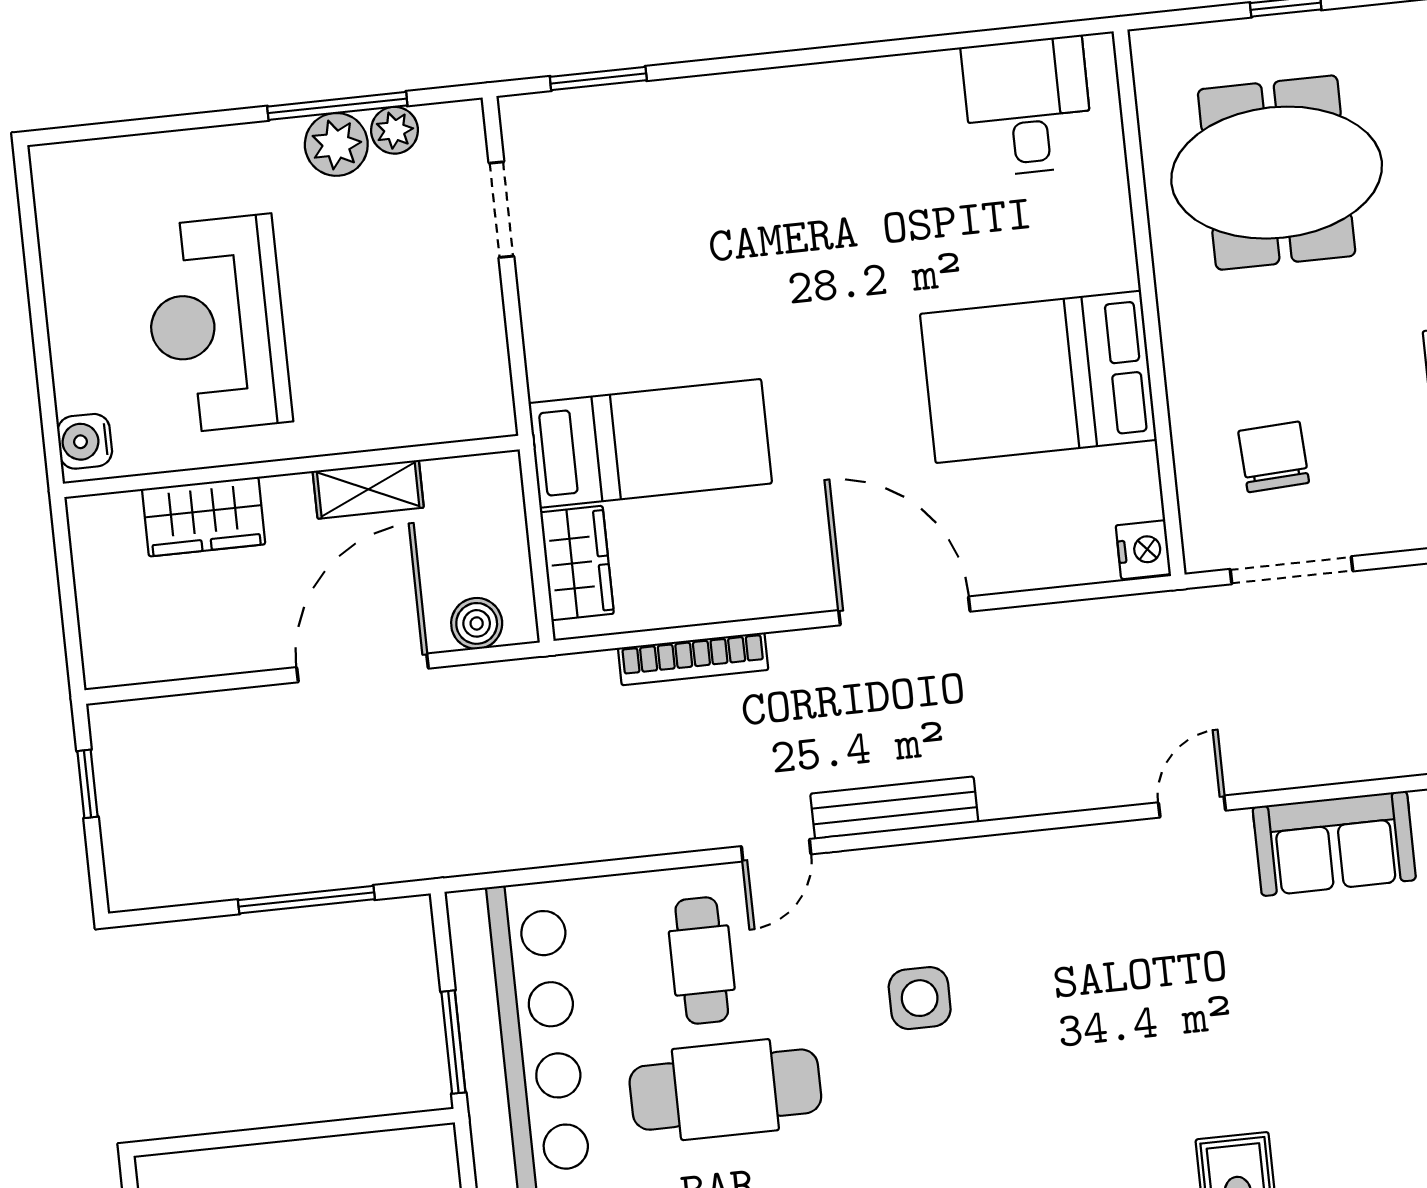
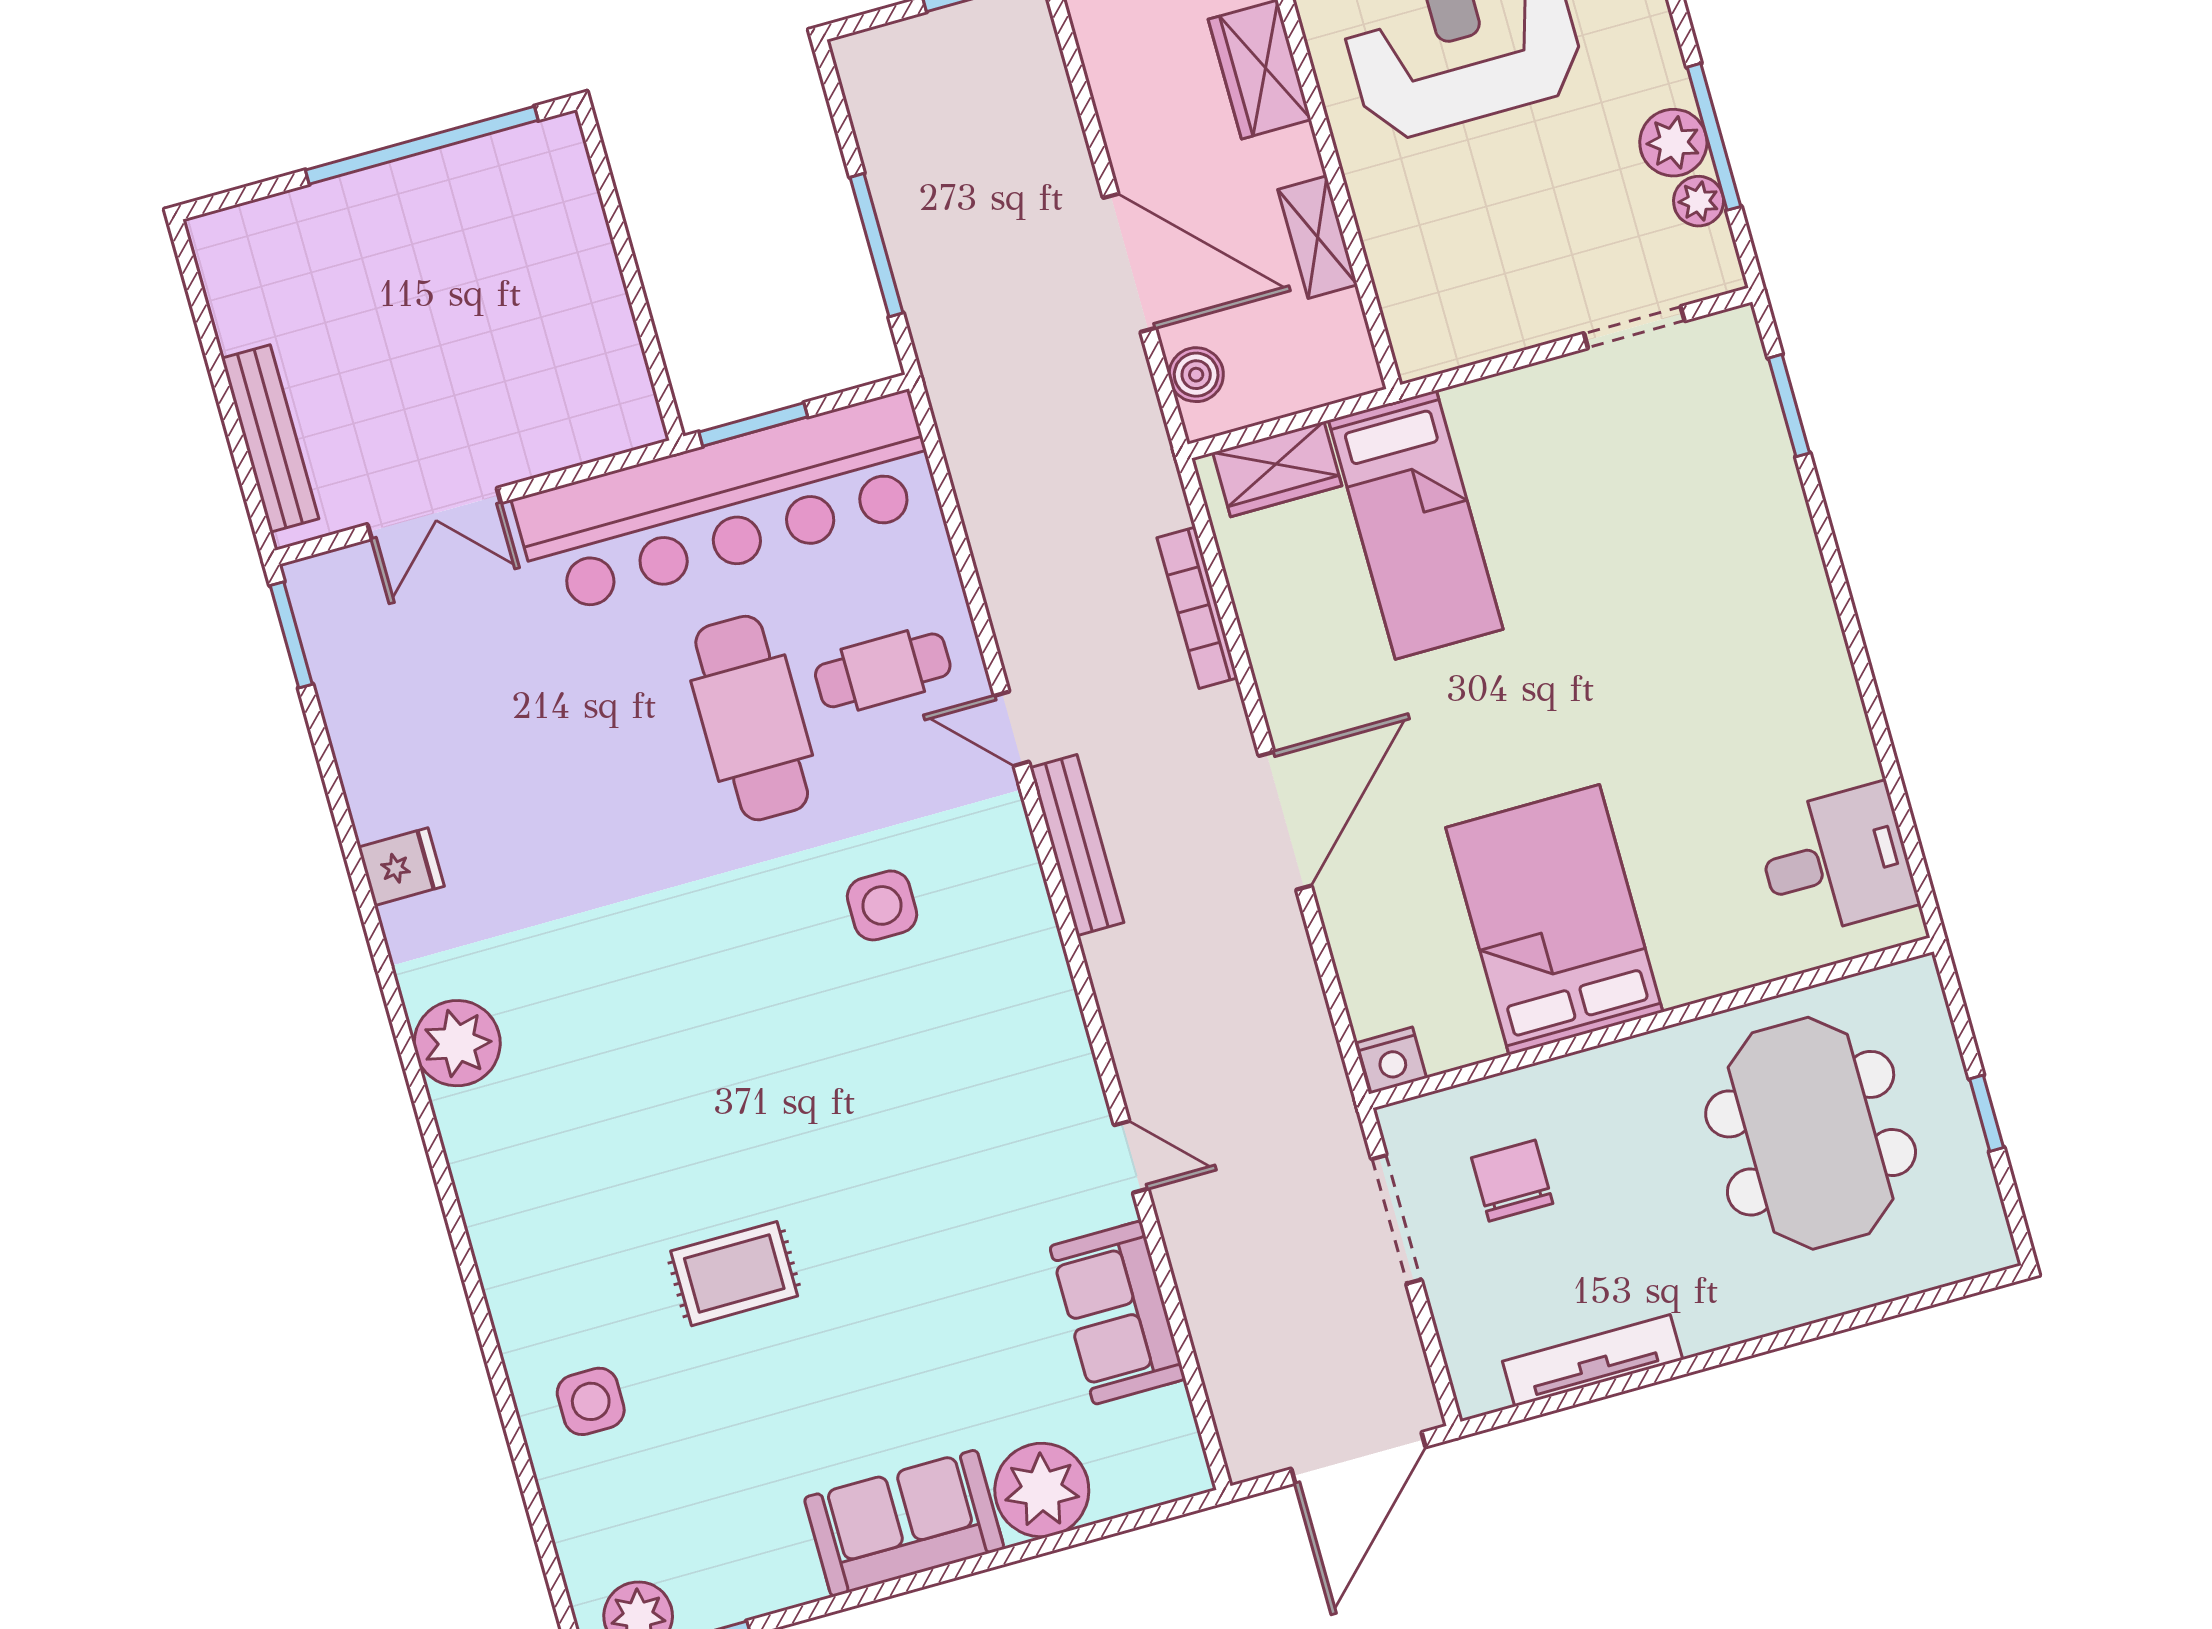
chair: (1274, 457) -> (1512, 1181), turned -87

